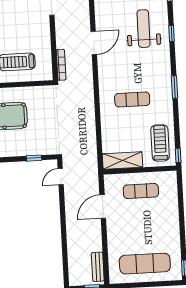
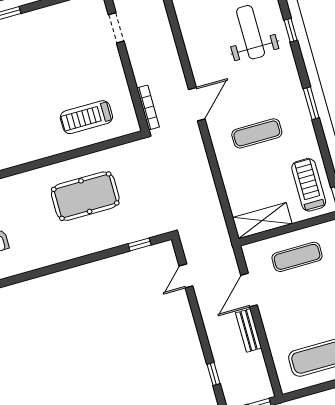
door: (94, 43) -> (197, 104), moved
door: (61, 177) -> (186, 276), moved
window: (65, 259) -> (213, 374), added
bench: (98, 267) -> (249, 330), moved

